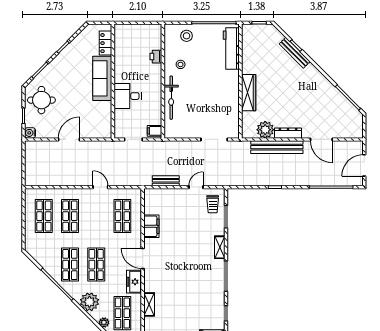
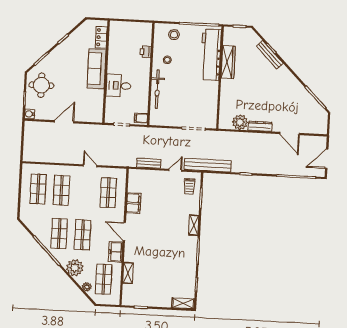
workbench: (231, 48) -> (211, 55), width x1.36, depth x1.32
wardrobe: (249, 93) -> (228, 62), moved
bench: (277, 147) -> (208, 165), moved

